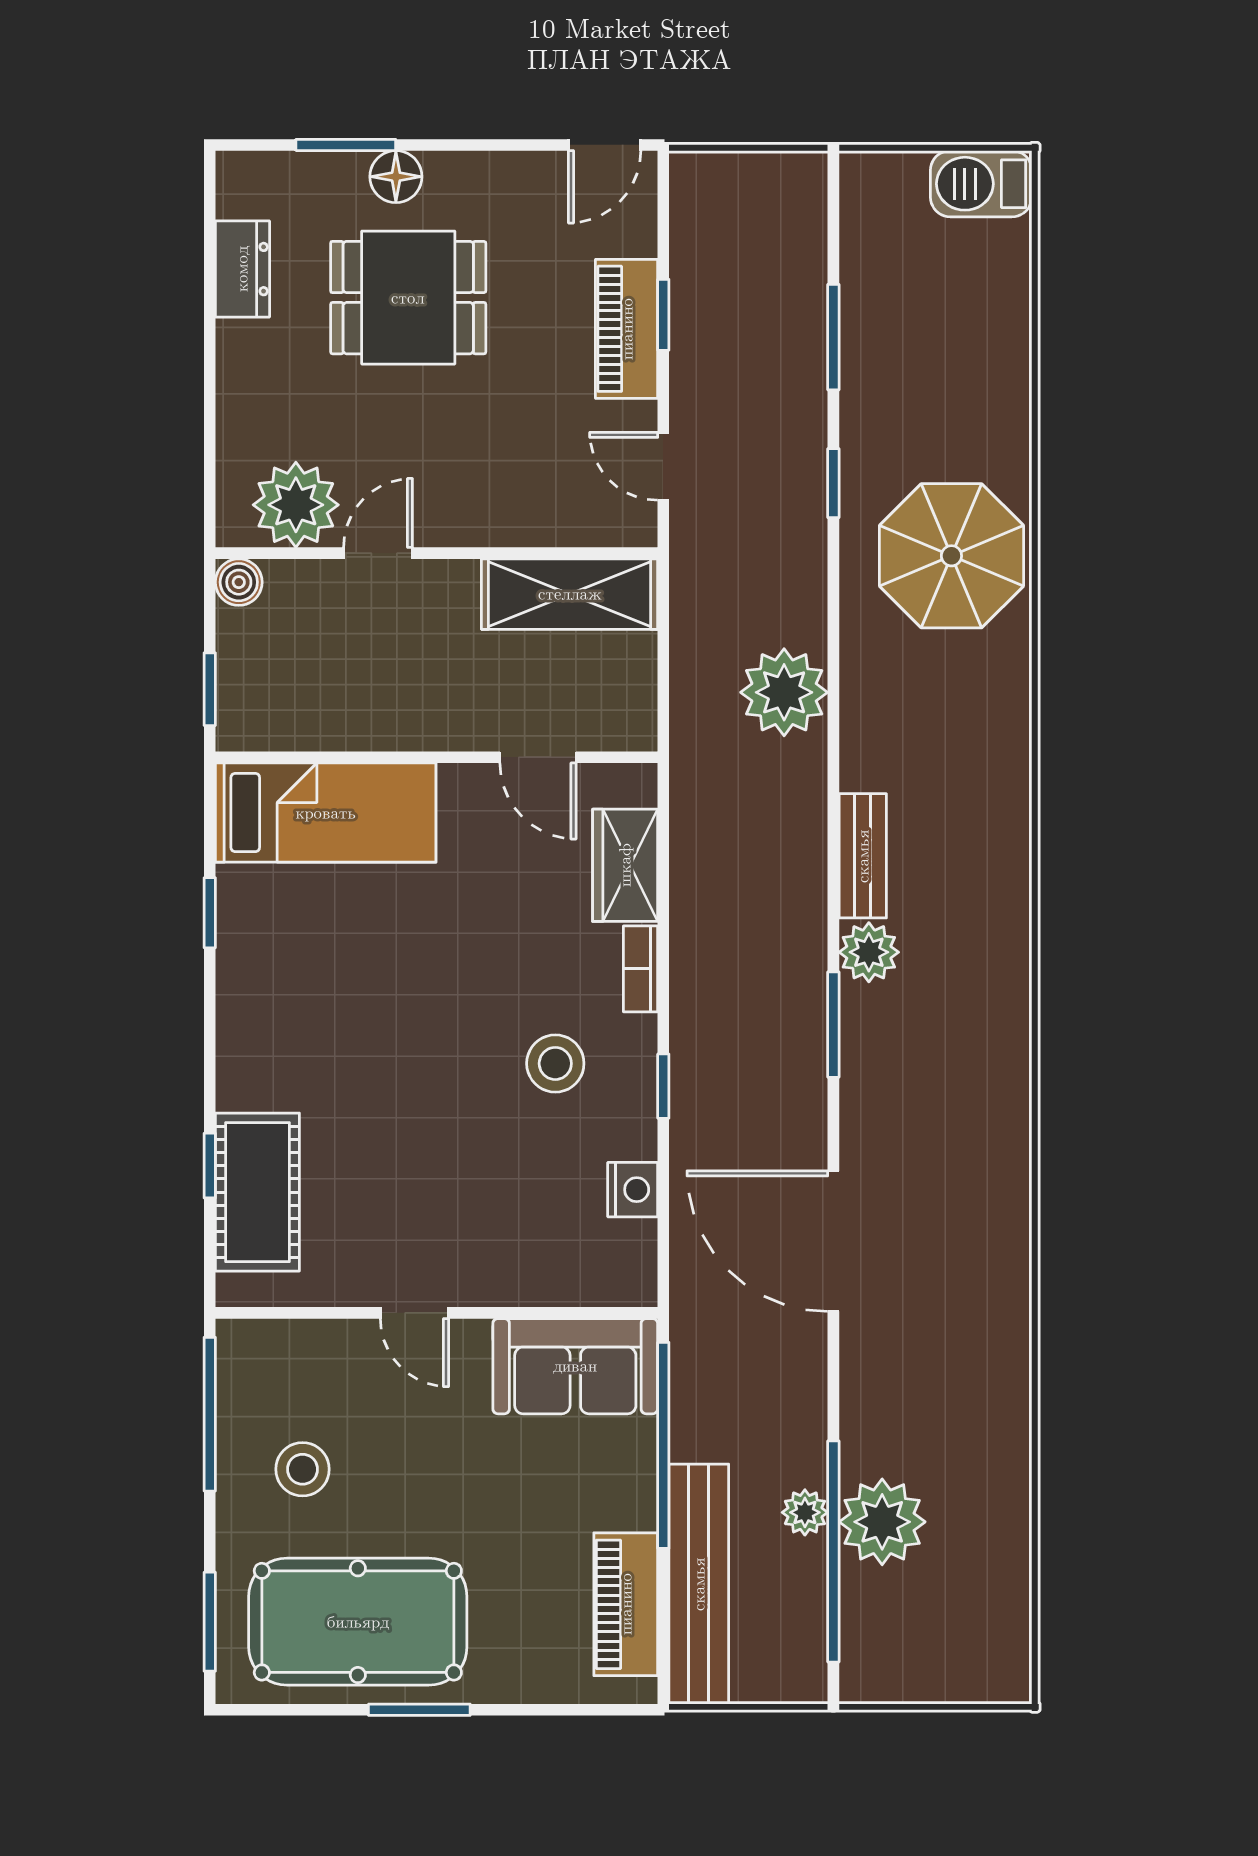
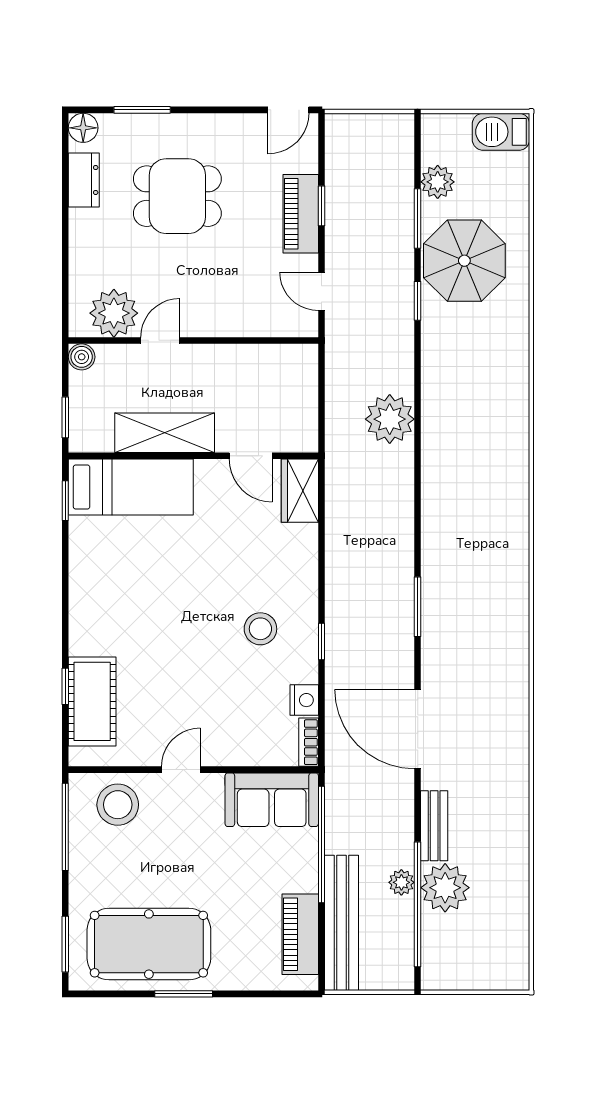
floor lamp: (396, 177) -> (83, 128), moved
parasol: (951, 556) -> (464, 261), moved
shelving: (570, 594) -> (165, 433), moved
bench: (863, 856) -> (434, 826), moved
wardrobe: (625, 865) -> (300, 491), moved
window: (210, 913) -> (65, 501), moved
plant: (869, 952) -> (438, 182), moved
bookcase: (640, 969) -> (309, 742), moved
door: (414, 1313) -> (181, 770), swing flipped
stool: (303, 1469) -> (118, 805), moved, width x1.38, depth x1.38

